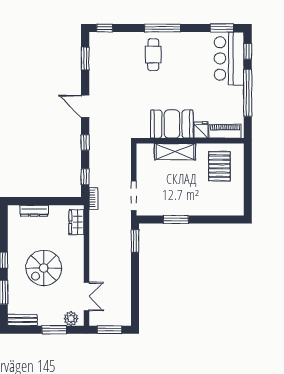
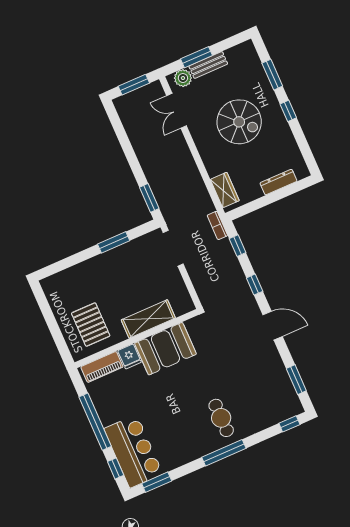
spiral stairs: (44, 268) -> (239, 122), turned 90
bench: (23, 320) -> (208, 65), moved

